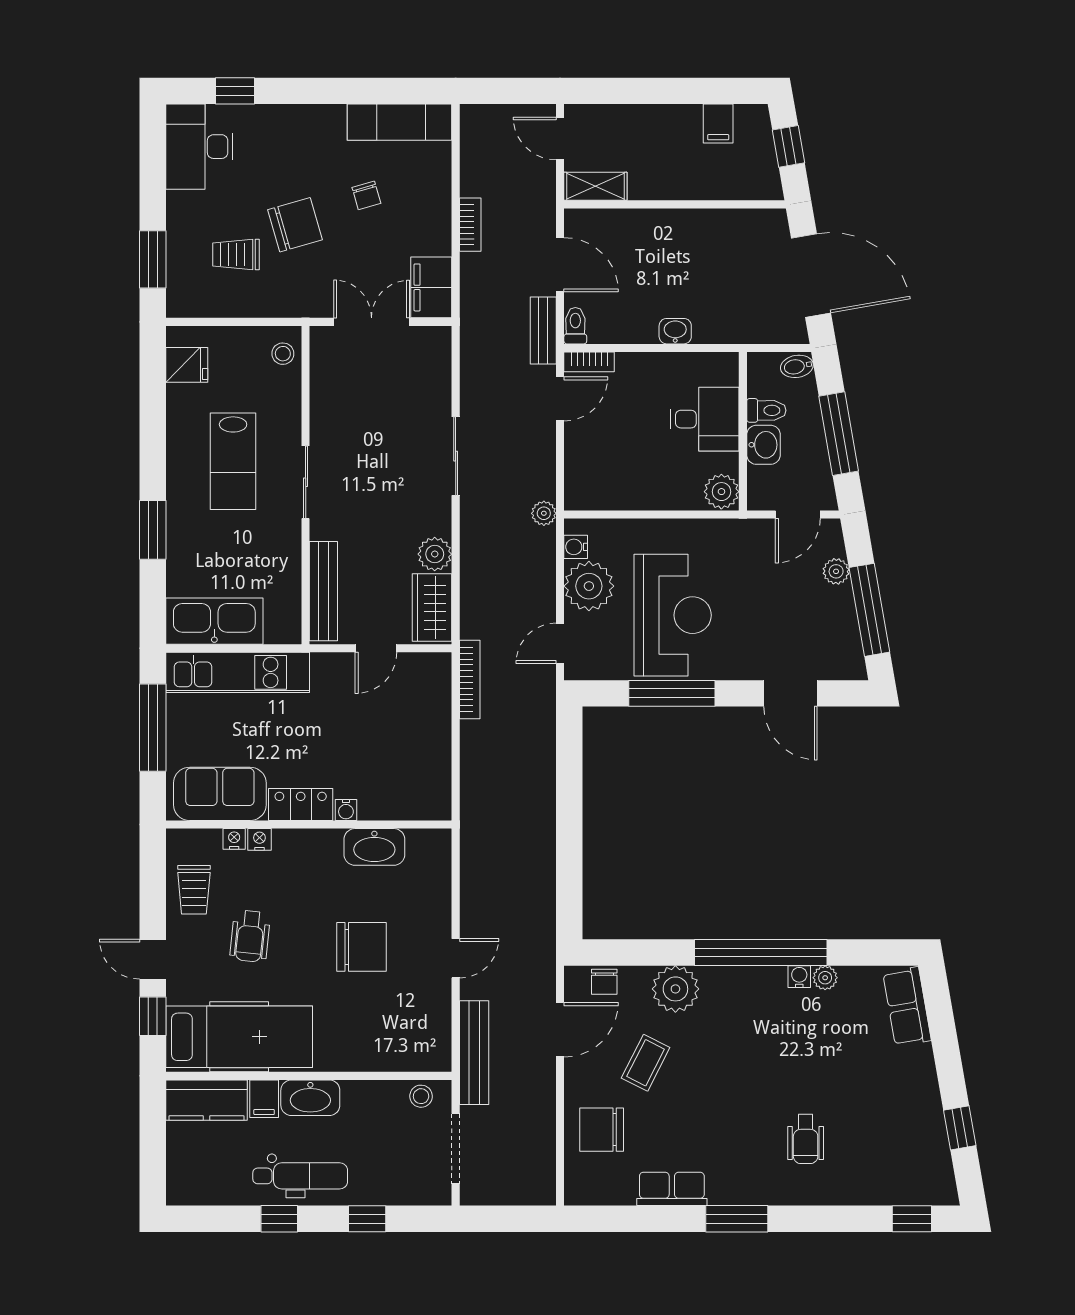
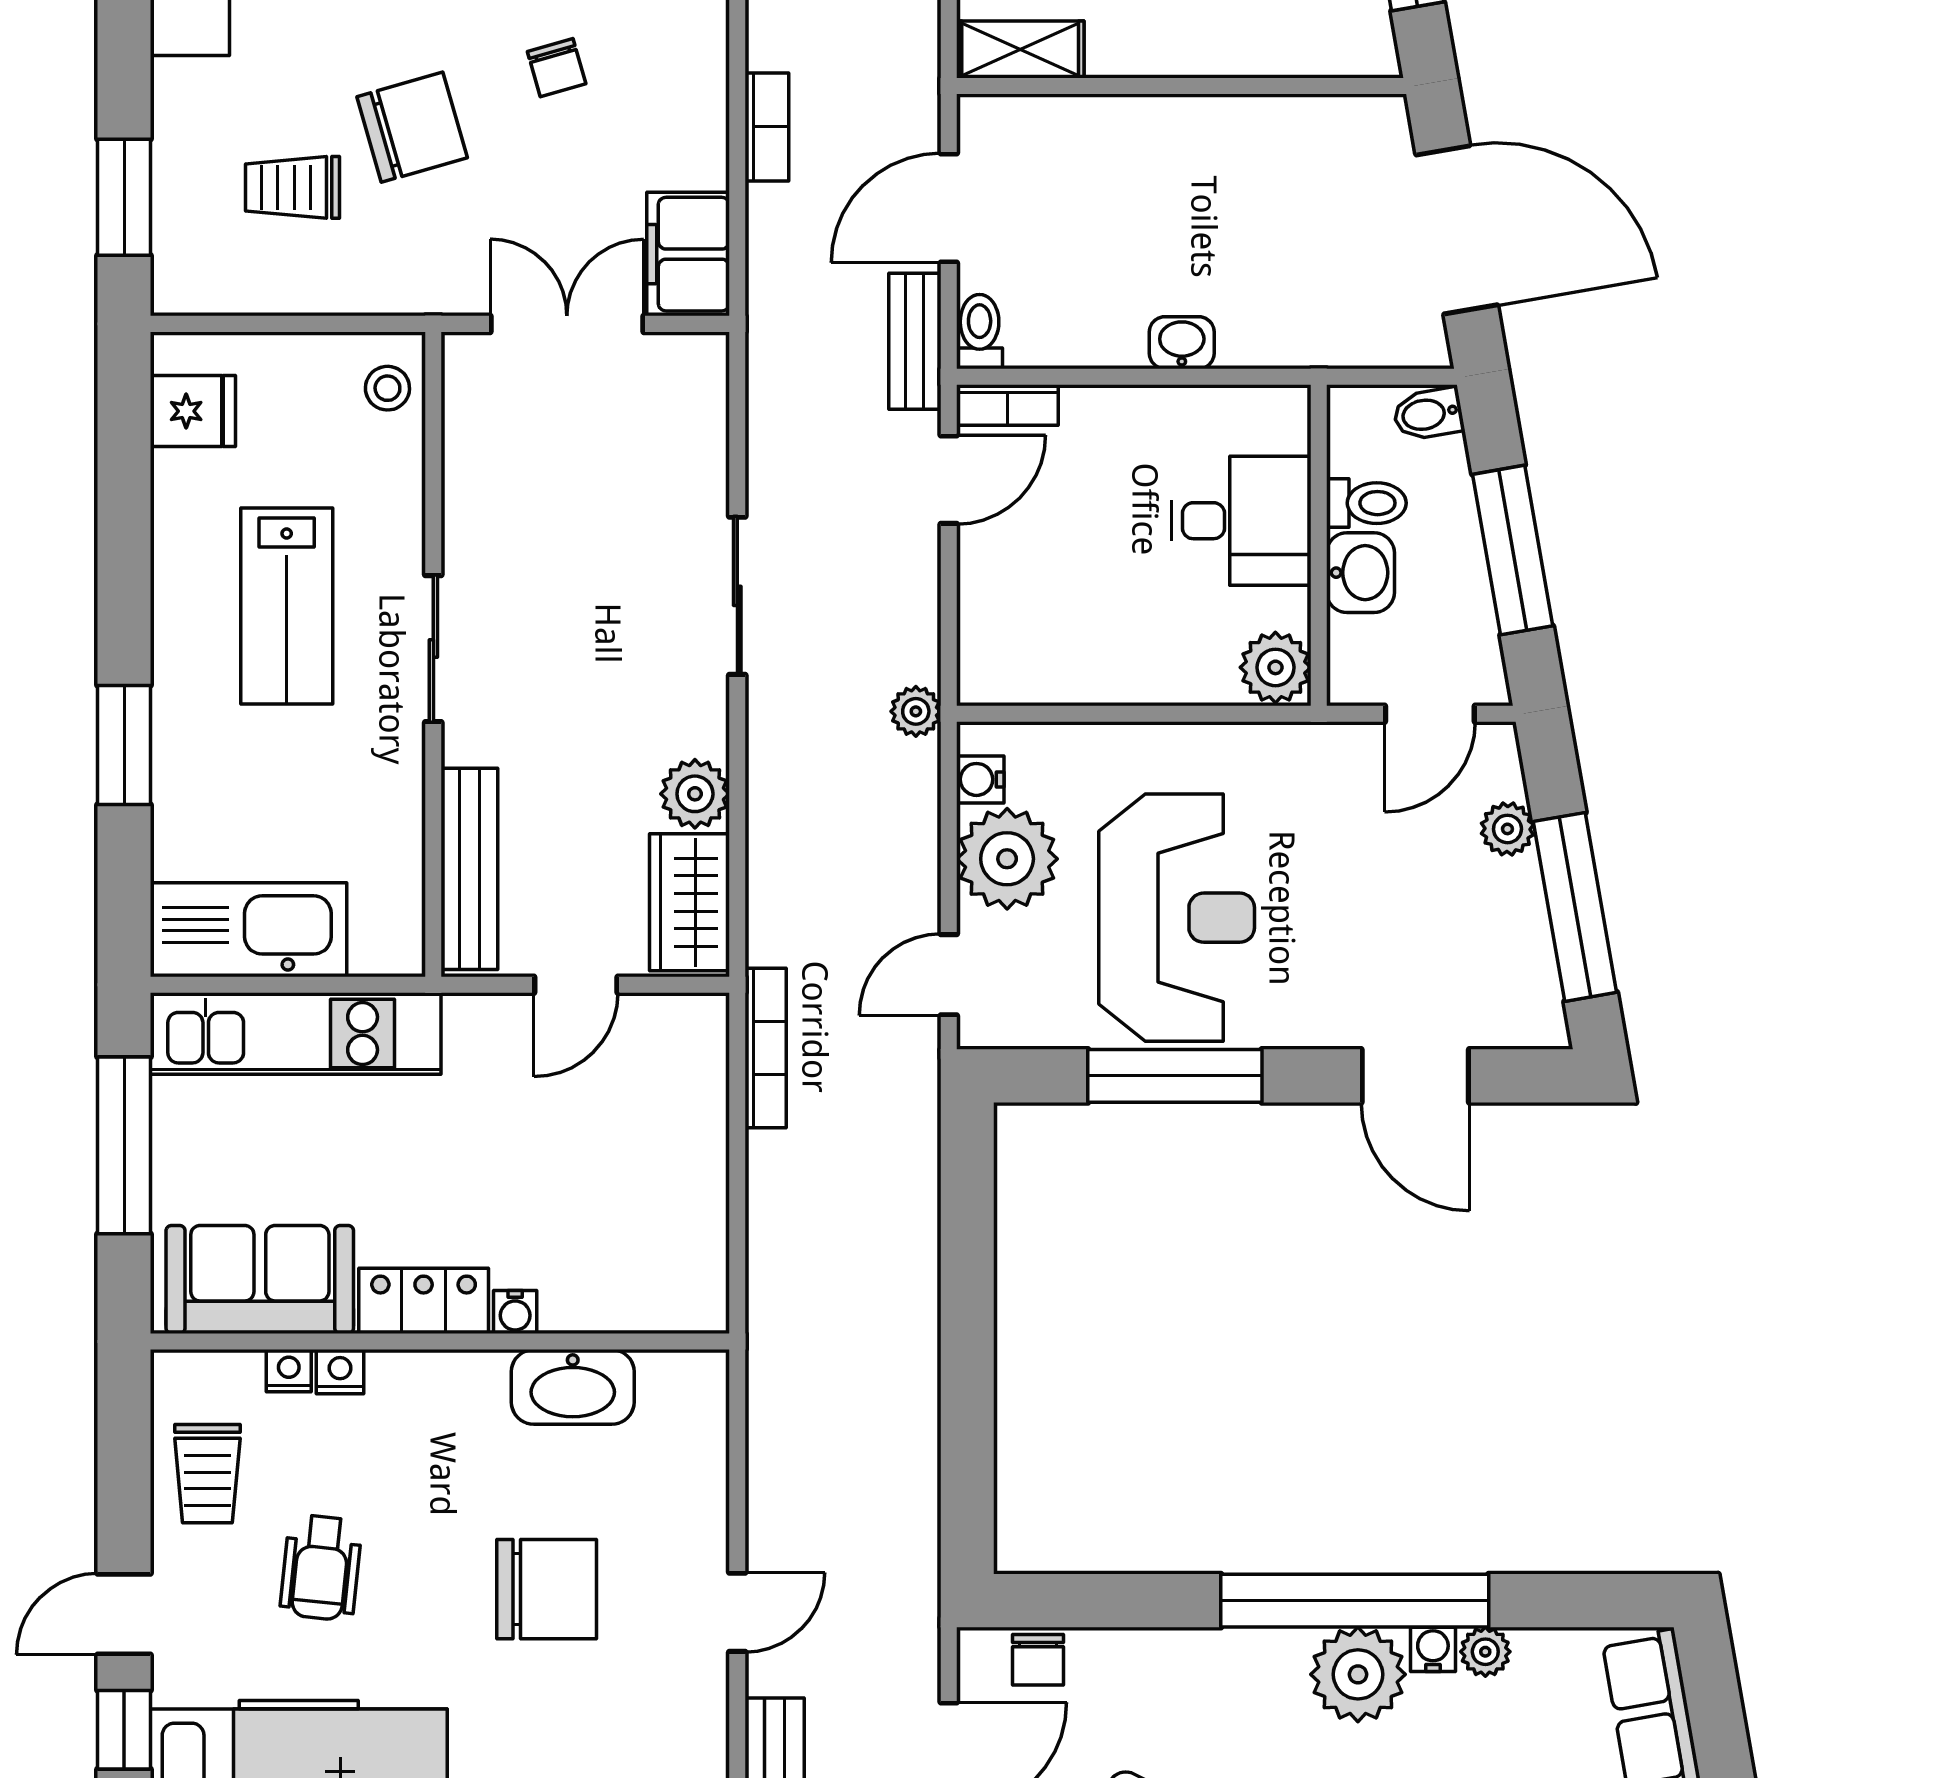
door: (560, 265) -> (949, 208), swing flipped
door: (153, 959) -> (124, 1614), hinge flipped
plant: (675, 989) -> (1358, 1674), moved

